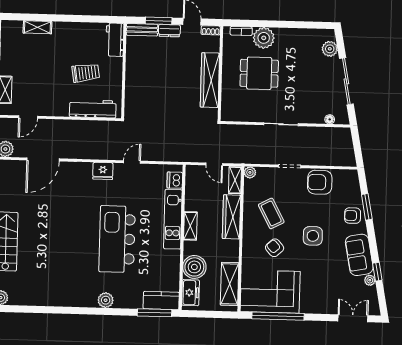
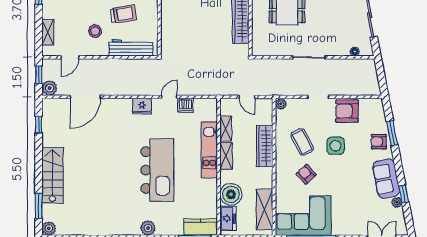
stool: (55, 90) -> (95, 31), added
dishwasher: (175, 180) -> (185, 105), moved, turned -90
shelving: (235, 180) -> (226, 128), moved
side table: (313, 236) -> (336, 146), moved
kitchen island: (117, 239) -> (157, 170), turned 180

